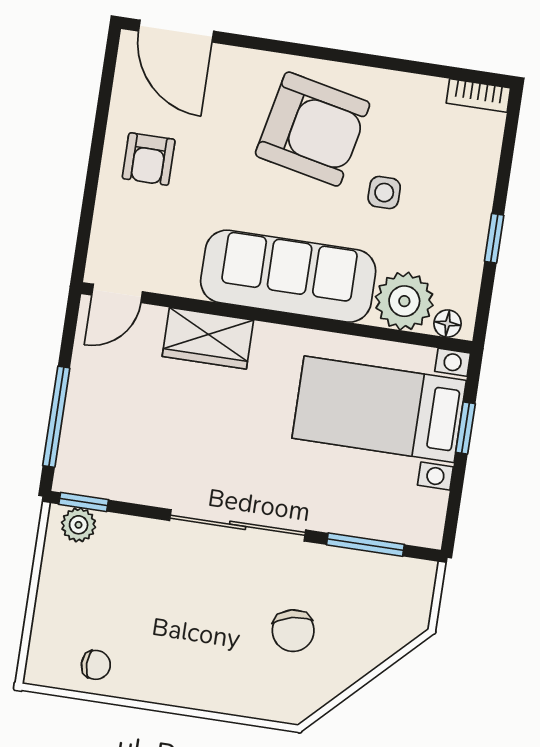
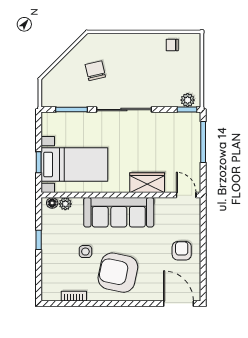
bookcase: (478, 96) -> (74, 296), moved
door: (117, 293) -> (186, 195), hinge flipped
plant: (404, 301) -> (65, 204), width x0.53, depth x0.53

